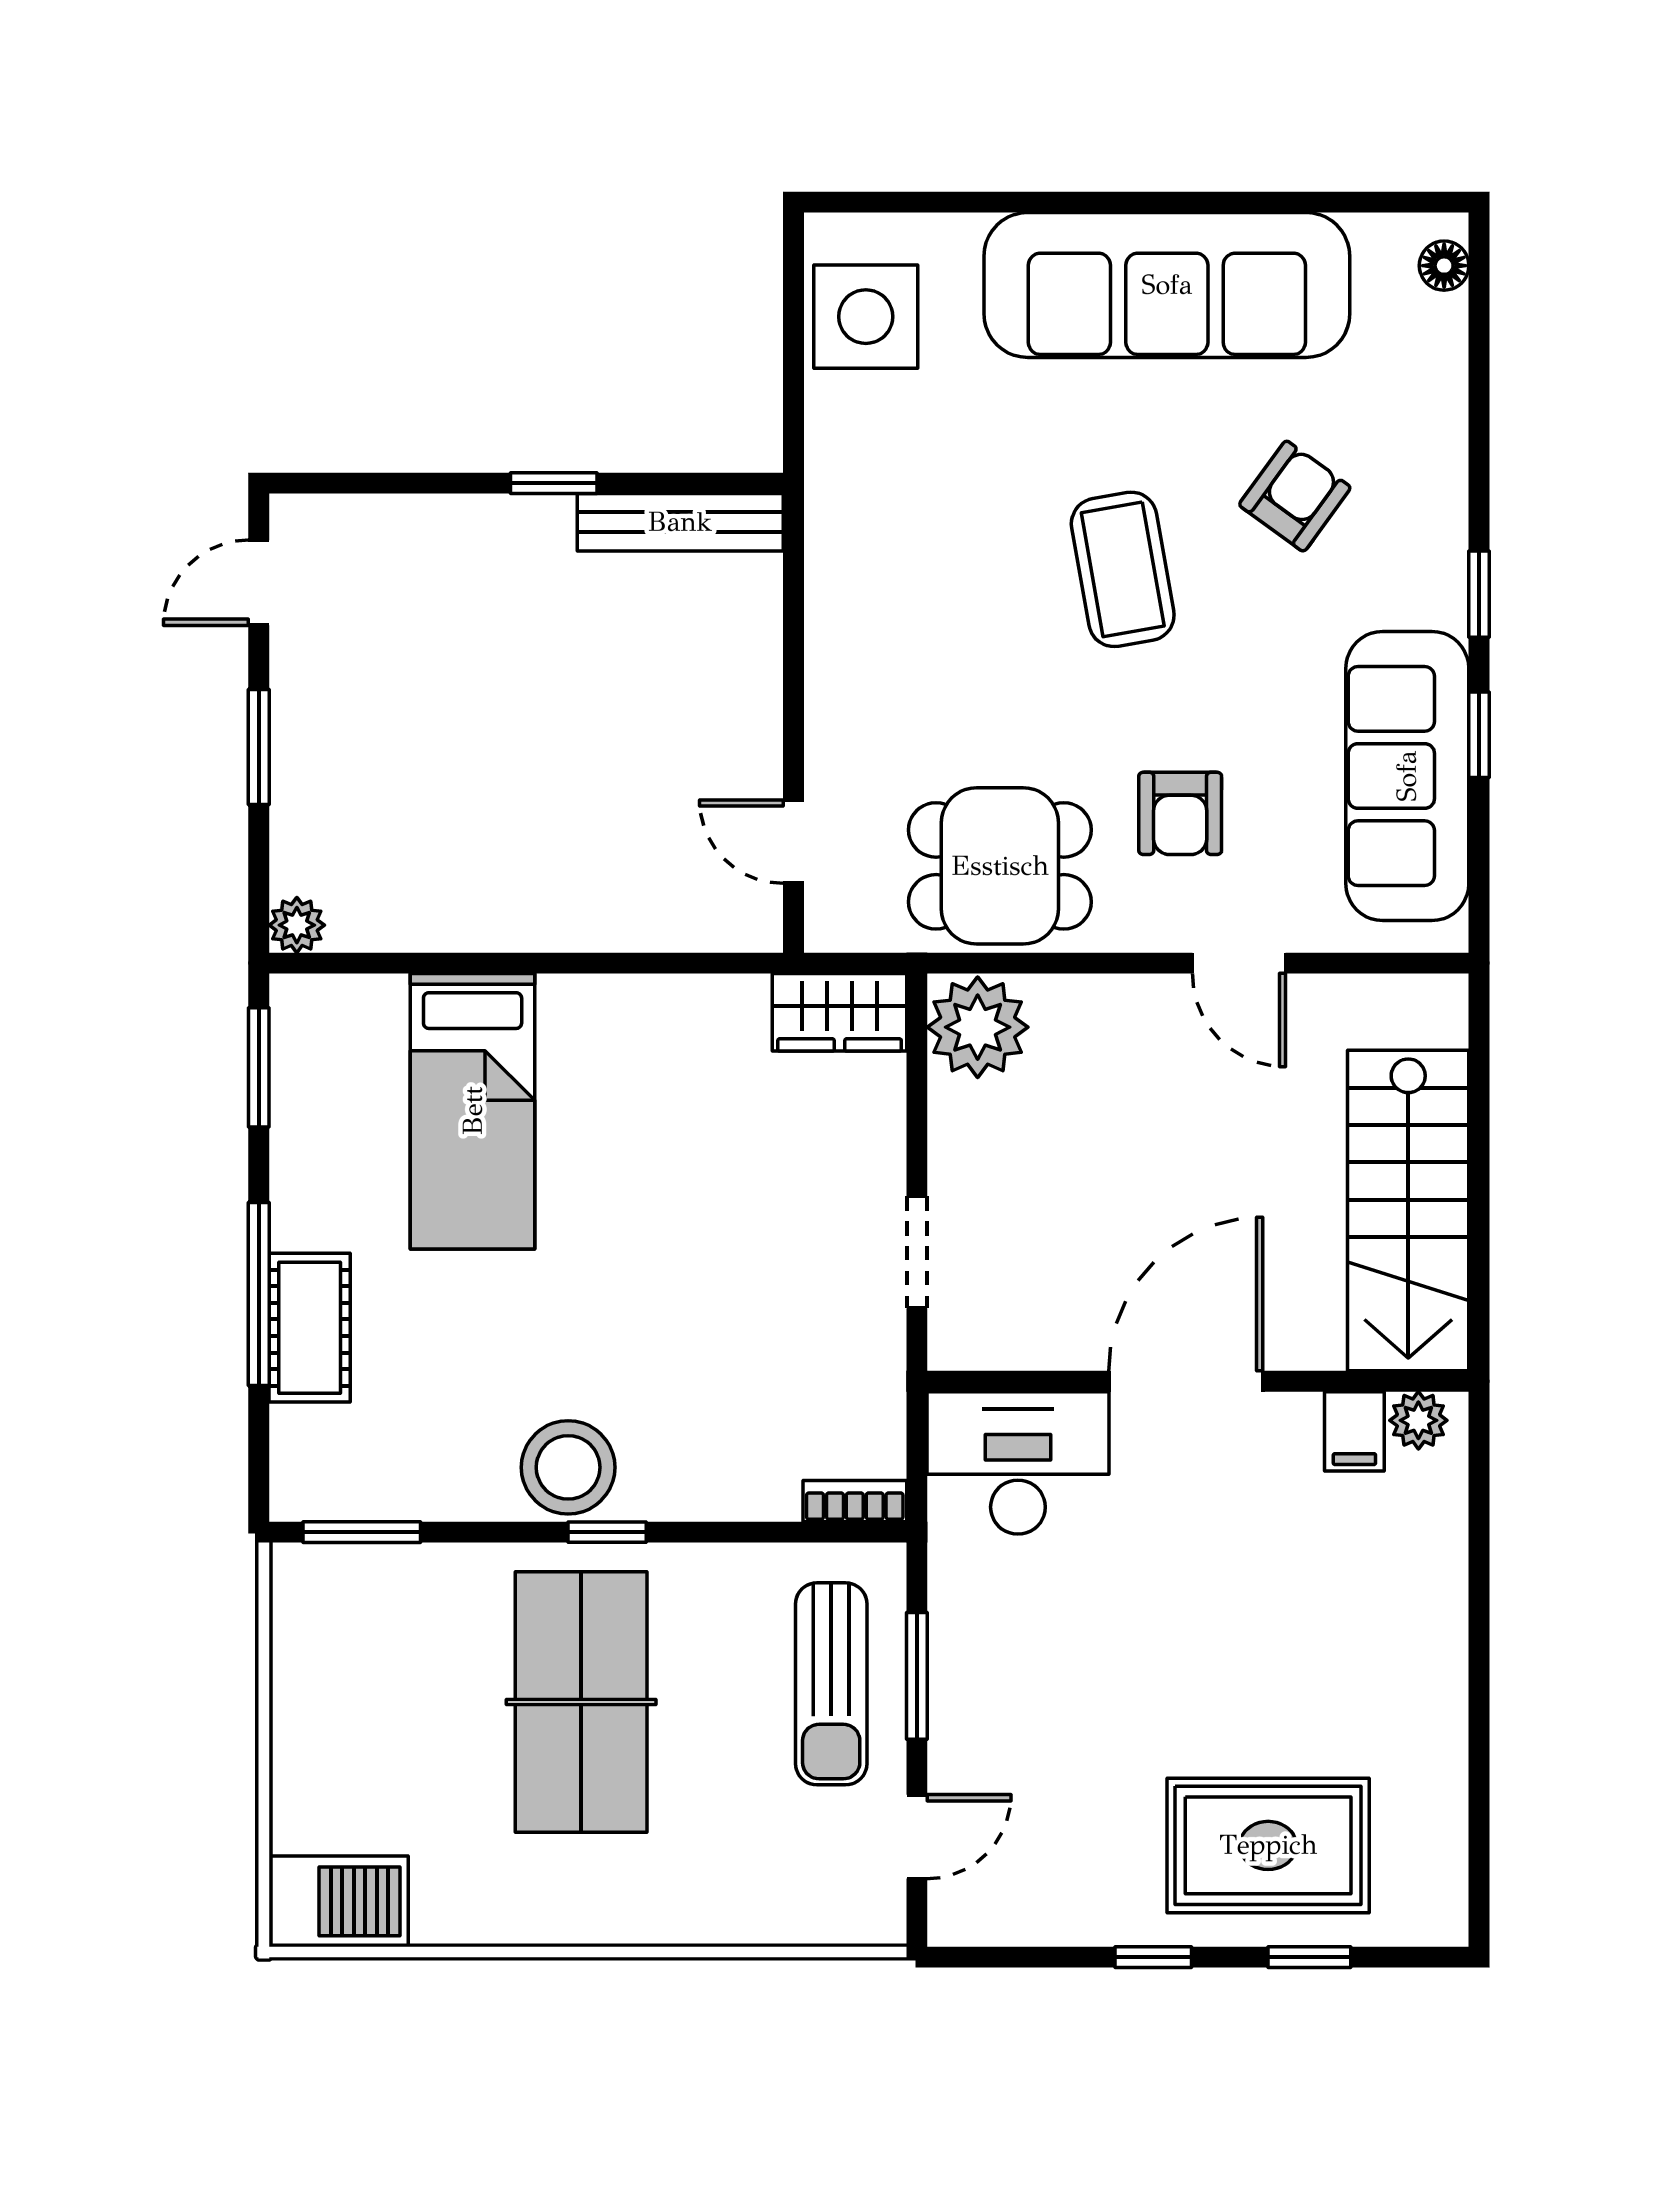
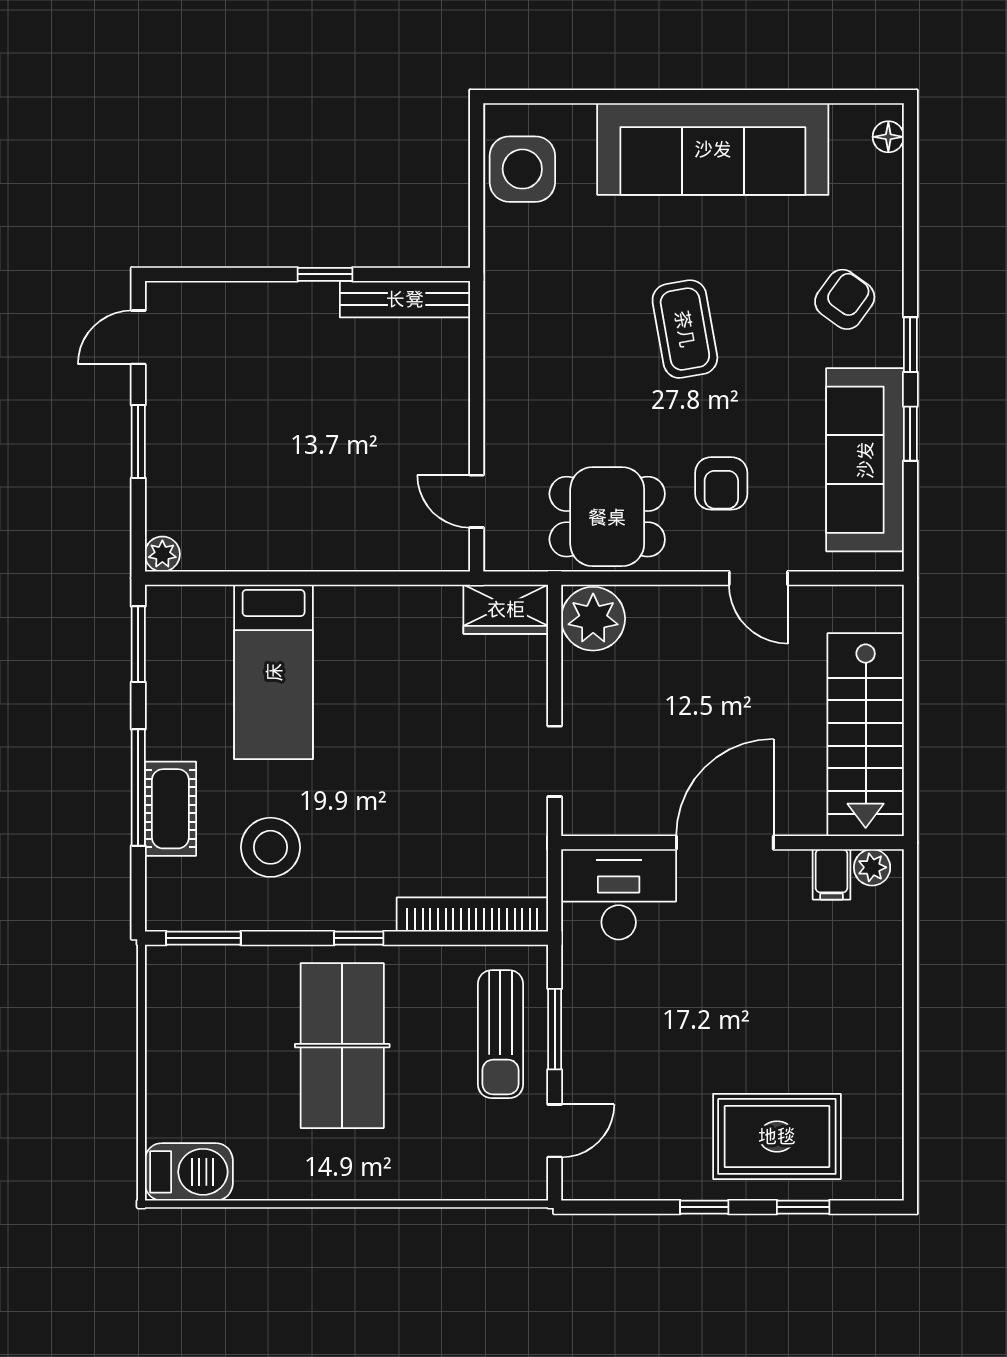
armchair: (1295, 496) -> (845, 299), moved
stool: (568, 1467) -> (271, 847), moved
bookcase: (855, 1501) -> (472, 914), width x2.31, depth x1.31

